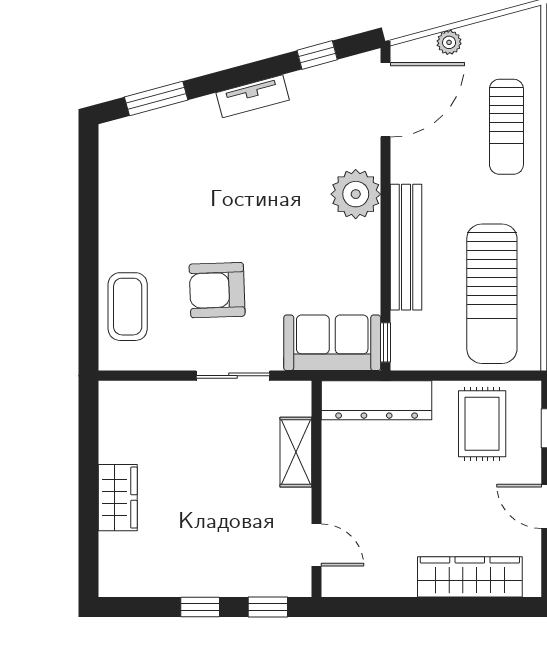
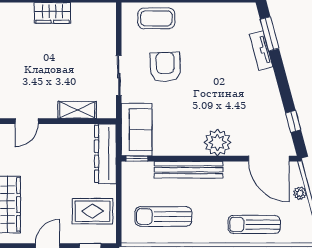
tv unit: (253, 96) -> (261, 51), moved
sun lounger: (492, 294) -> (163, 217), width x0.73, depth x0.75

